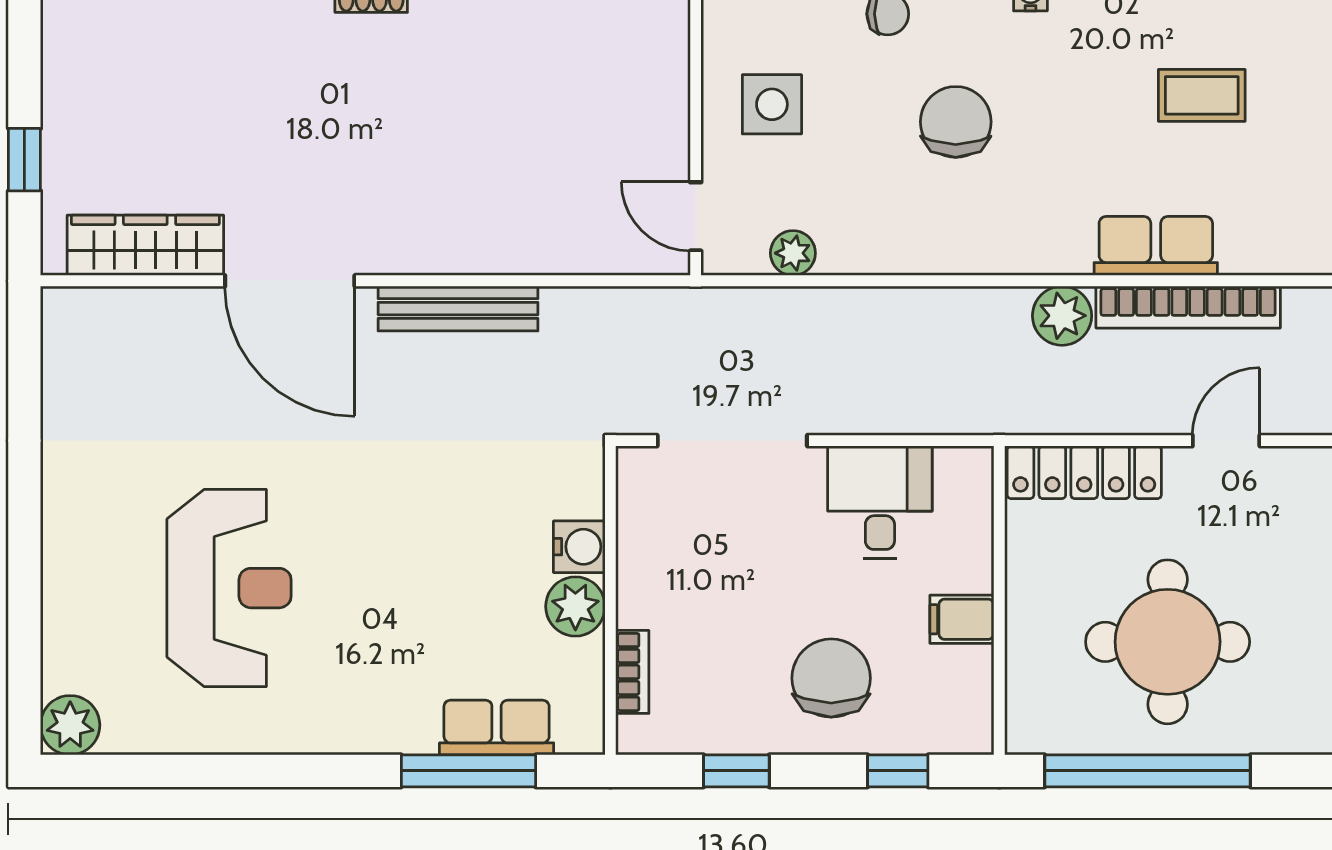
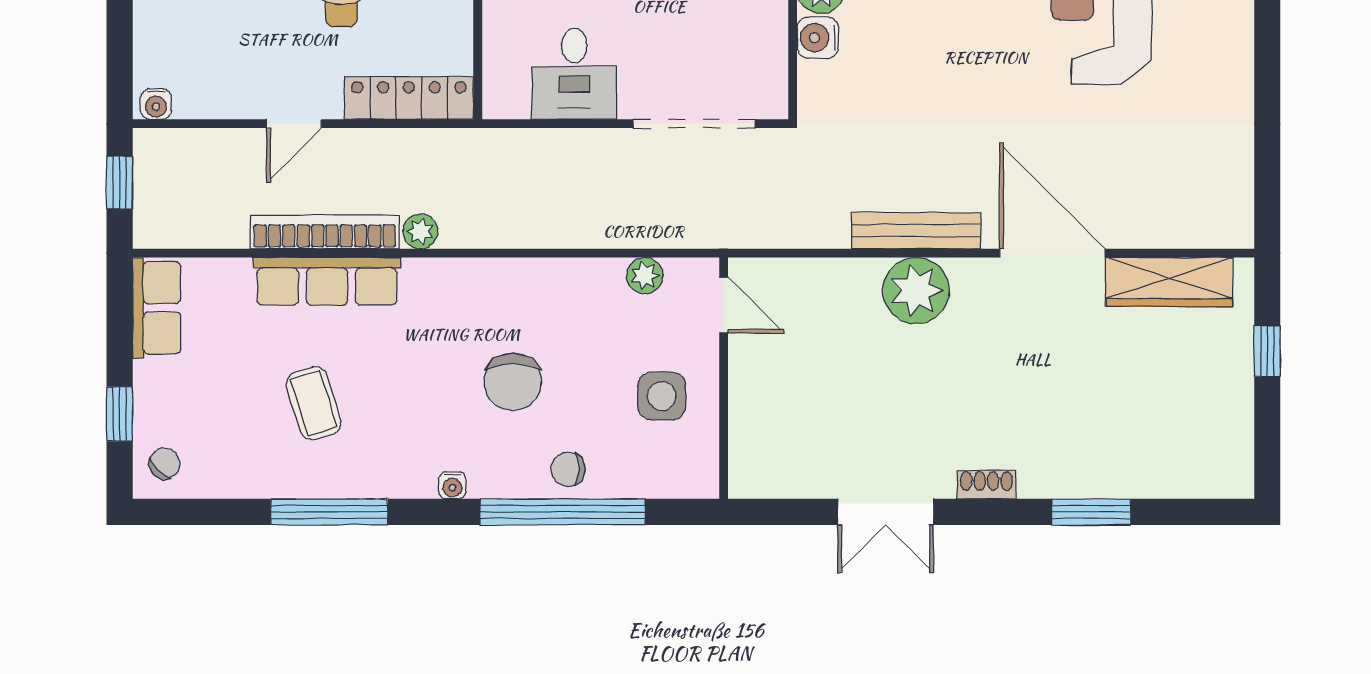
coffee table: (1202, 95) -> (314, 403), turned 73
plant: (458, 235) -> (916, 291), added
row of seats: (1156, 246) -> (327, 281), width x1.48
plant: (1062, 316) -> (420, 231), width x0.73, depth x0.73

